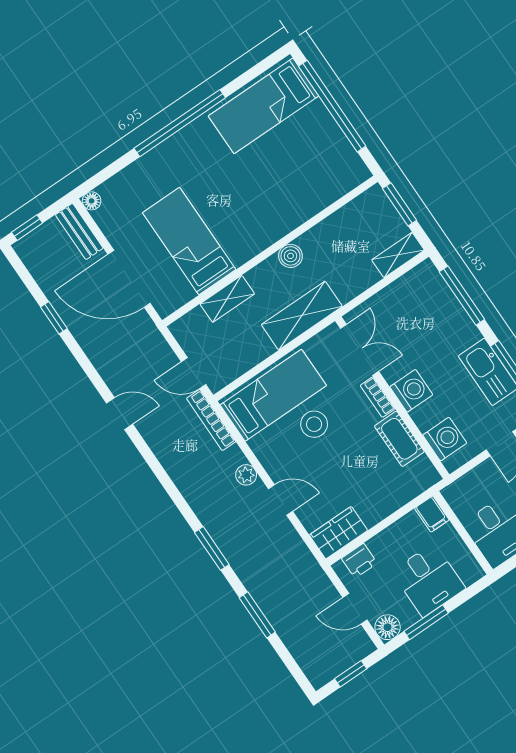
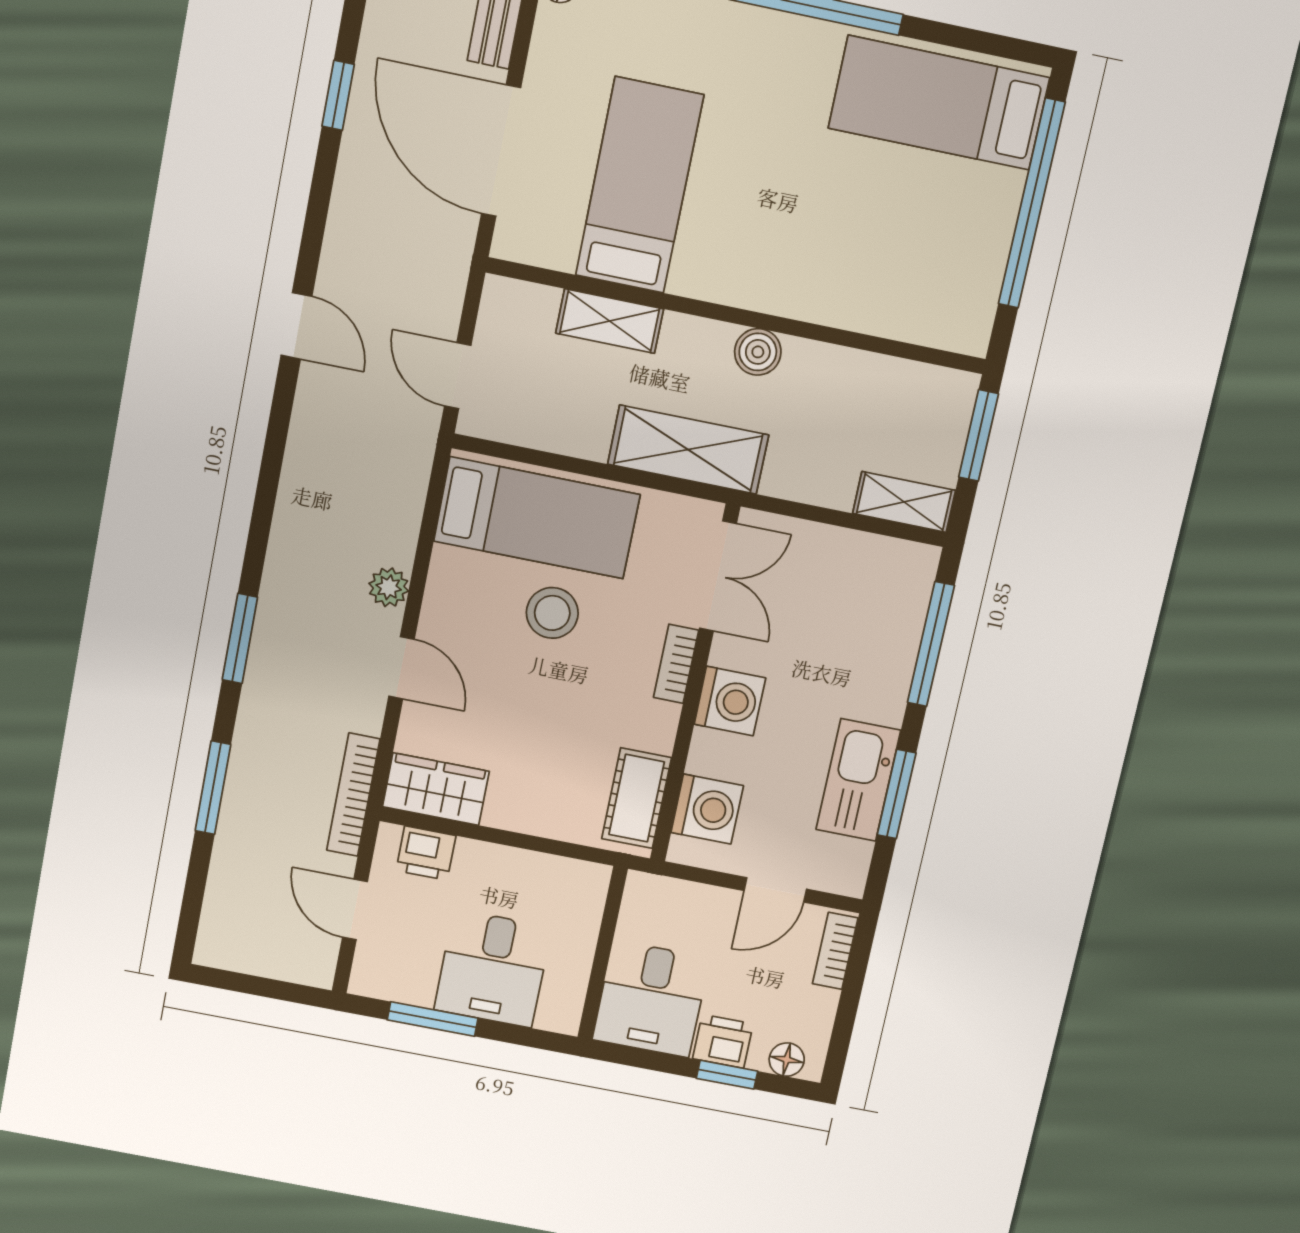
bookcase: (211, 420) -> (353, 795), moved
cot: (399, 439) -> (637, 798), moved
filing cabinet: (432, 514) -> (587, 889), removed
floor lamp: (388, 627) -> (374, 975), removed
window: (351, 674) -> (262, 987), removed

